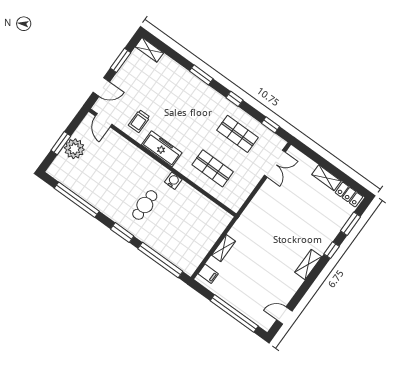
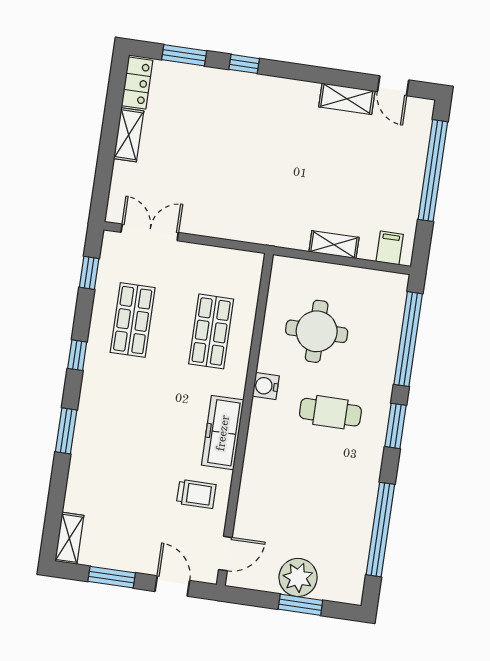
round table: (187, 218) -> (317, 331), added
shelving: (308, 265) -> (347, 99), moved

